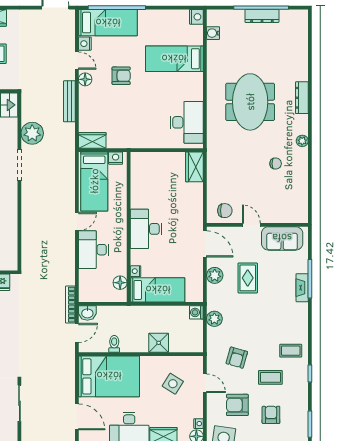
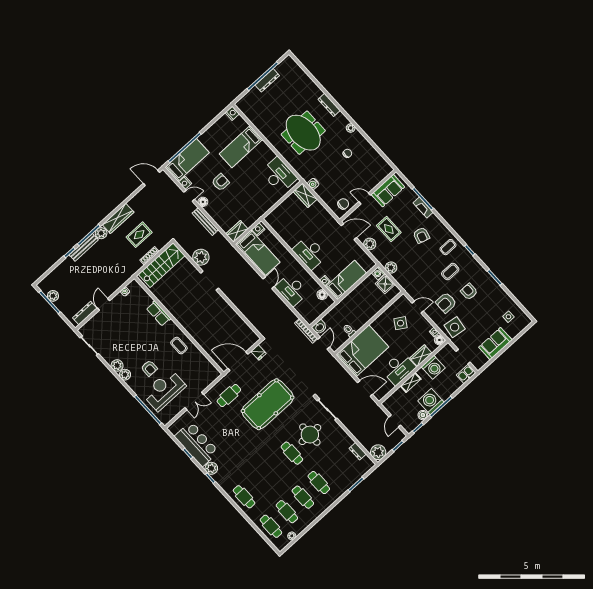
water cooler: (213, 33) -> (313, 184), moved
shower: (159, 343) -> (385, 284), moved
armchair: (237, 358) -> (421, 235), moved

